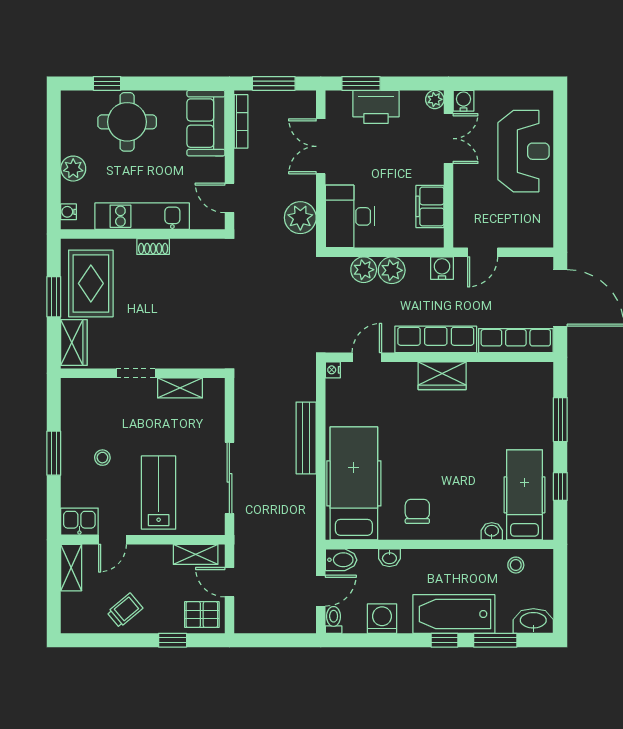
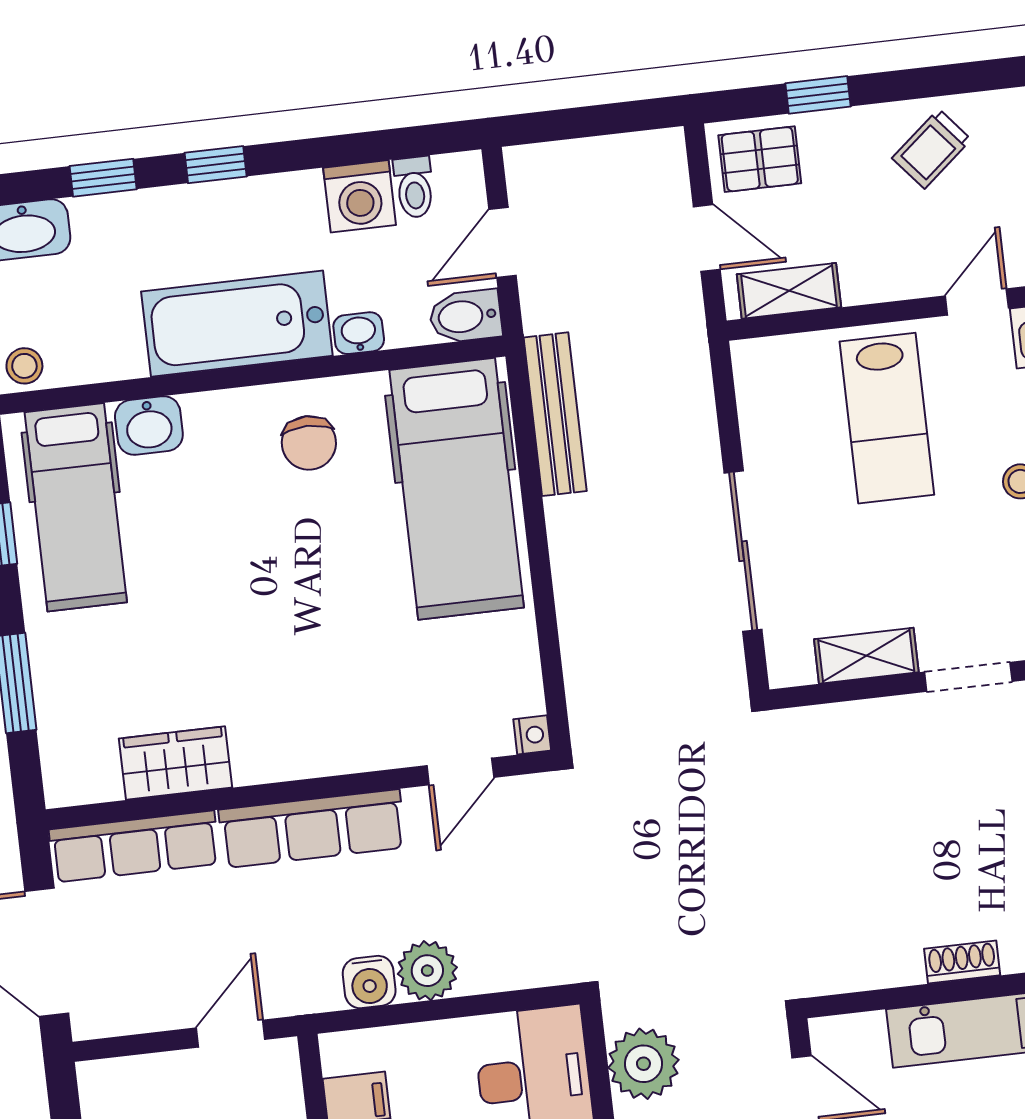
water cooler: (442, 268) -> (369, 982), moved
plant: (364, 270) -> (490, 965), removed
wardrobe: (442, 376) -> (175, 763), moved
bench: (306, 438) -> (555, 414), moved
sliding door: (229, 478) -> (743, 551), moved
washbasin: (492, 531) -> (149, 426), width x1.38, depth x1.45
stool: (516, 565) -> (24, 366), moved
bathtub: (454, 614) -> (237, 324), moved, turned 180
toilet: (334, 620) -> (414, 187), moved
window: (495, 640) -> (103, 178), width x0.67

